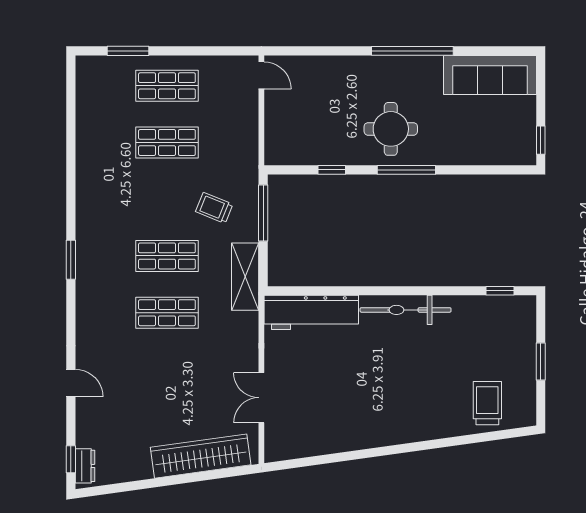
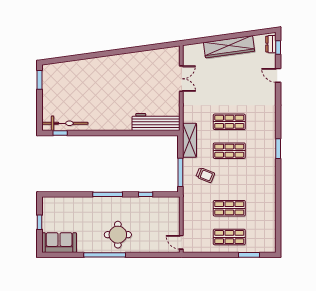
sofa: (490, 75) -> (59, 243), width x0.73
round table: (391, 129) -> (118, 235), moved
window: (541, 140) -> (40, 222), moved
bicycle: (406, 310) -> (65, 123), moved
window: (541, 362) -> (40, 80), moved
door: (71, 383) -> (278, 75), moved
trolley: (487, 403) -> (67, 76), removed
wardrobe: (201, 456) -> (229, 47), moved

